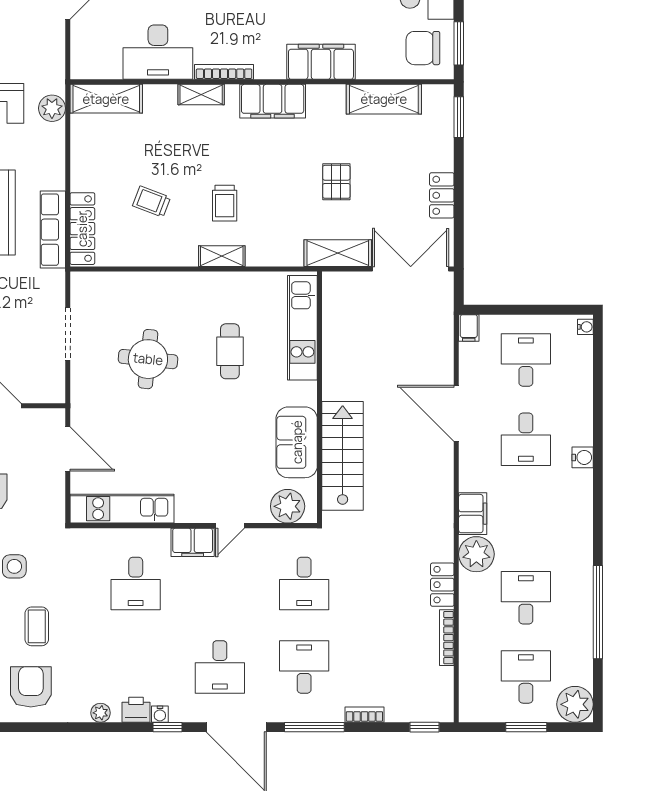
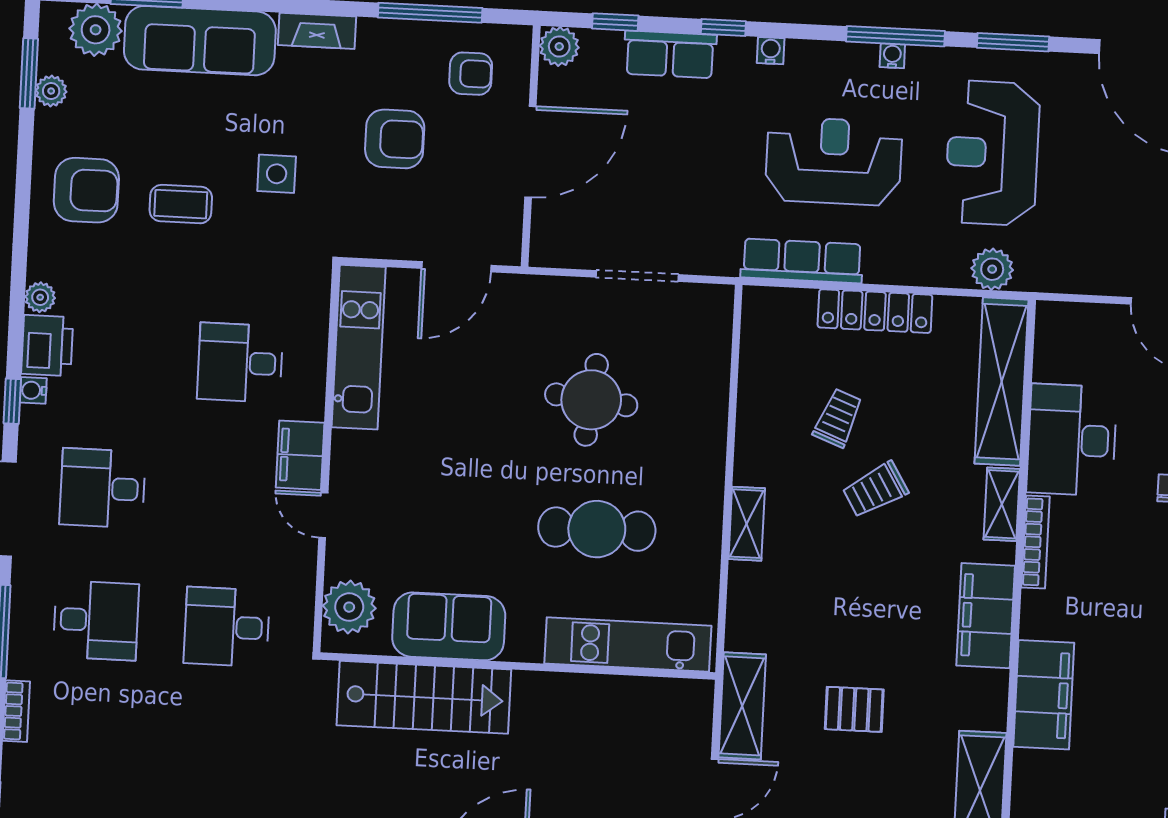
shelving: (106, 99) -> (1001, 382), width x1.47
trolley: (225, 203) -> (875, 490), moved, turned -31
locker: (82, 229) -> (875, 311), moved
cafe table: (230, 351) -> (597, 529), width x1.37, depth x1.35
printer: (136, 710) -> (47, 345), width x1.36, depth x1.24

